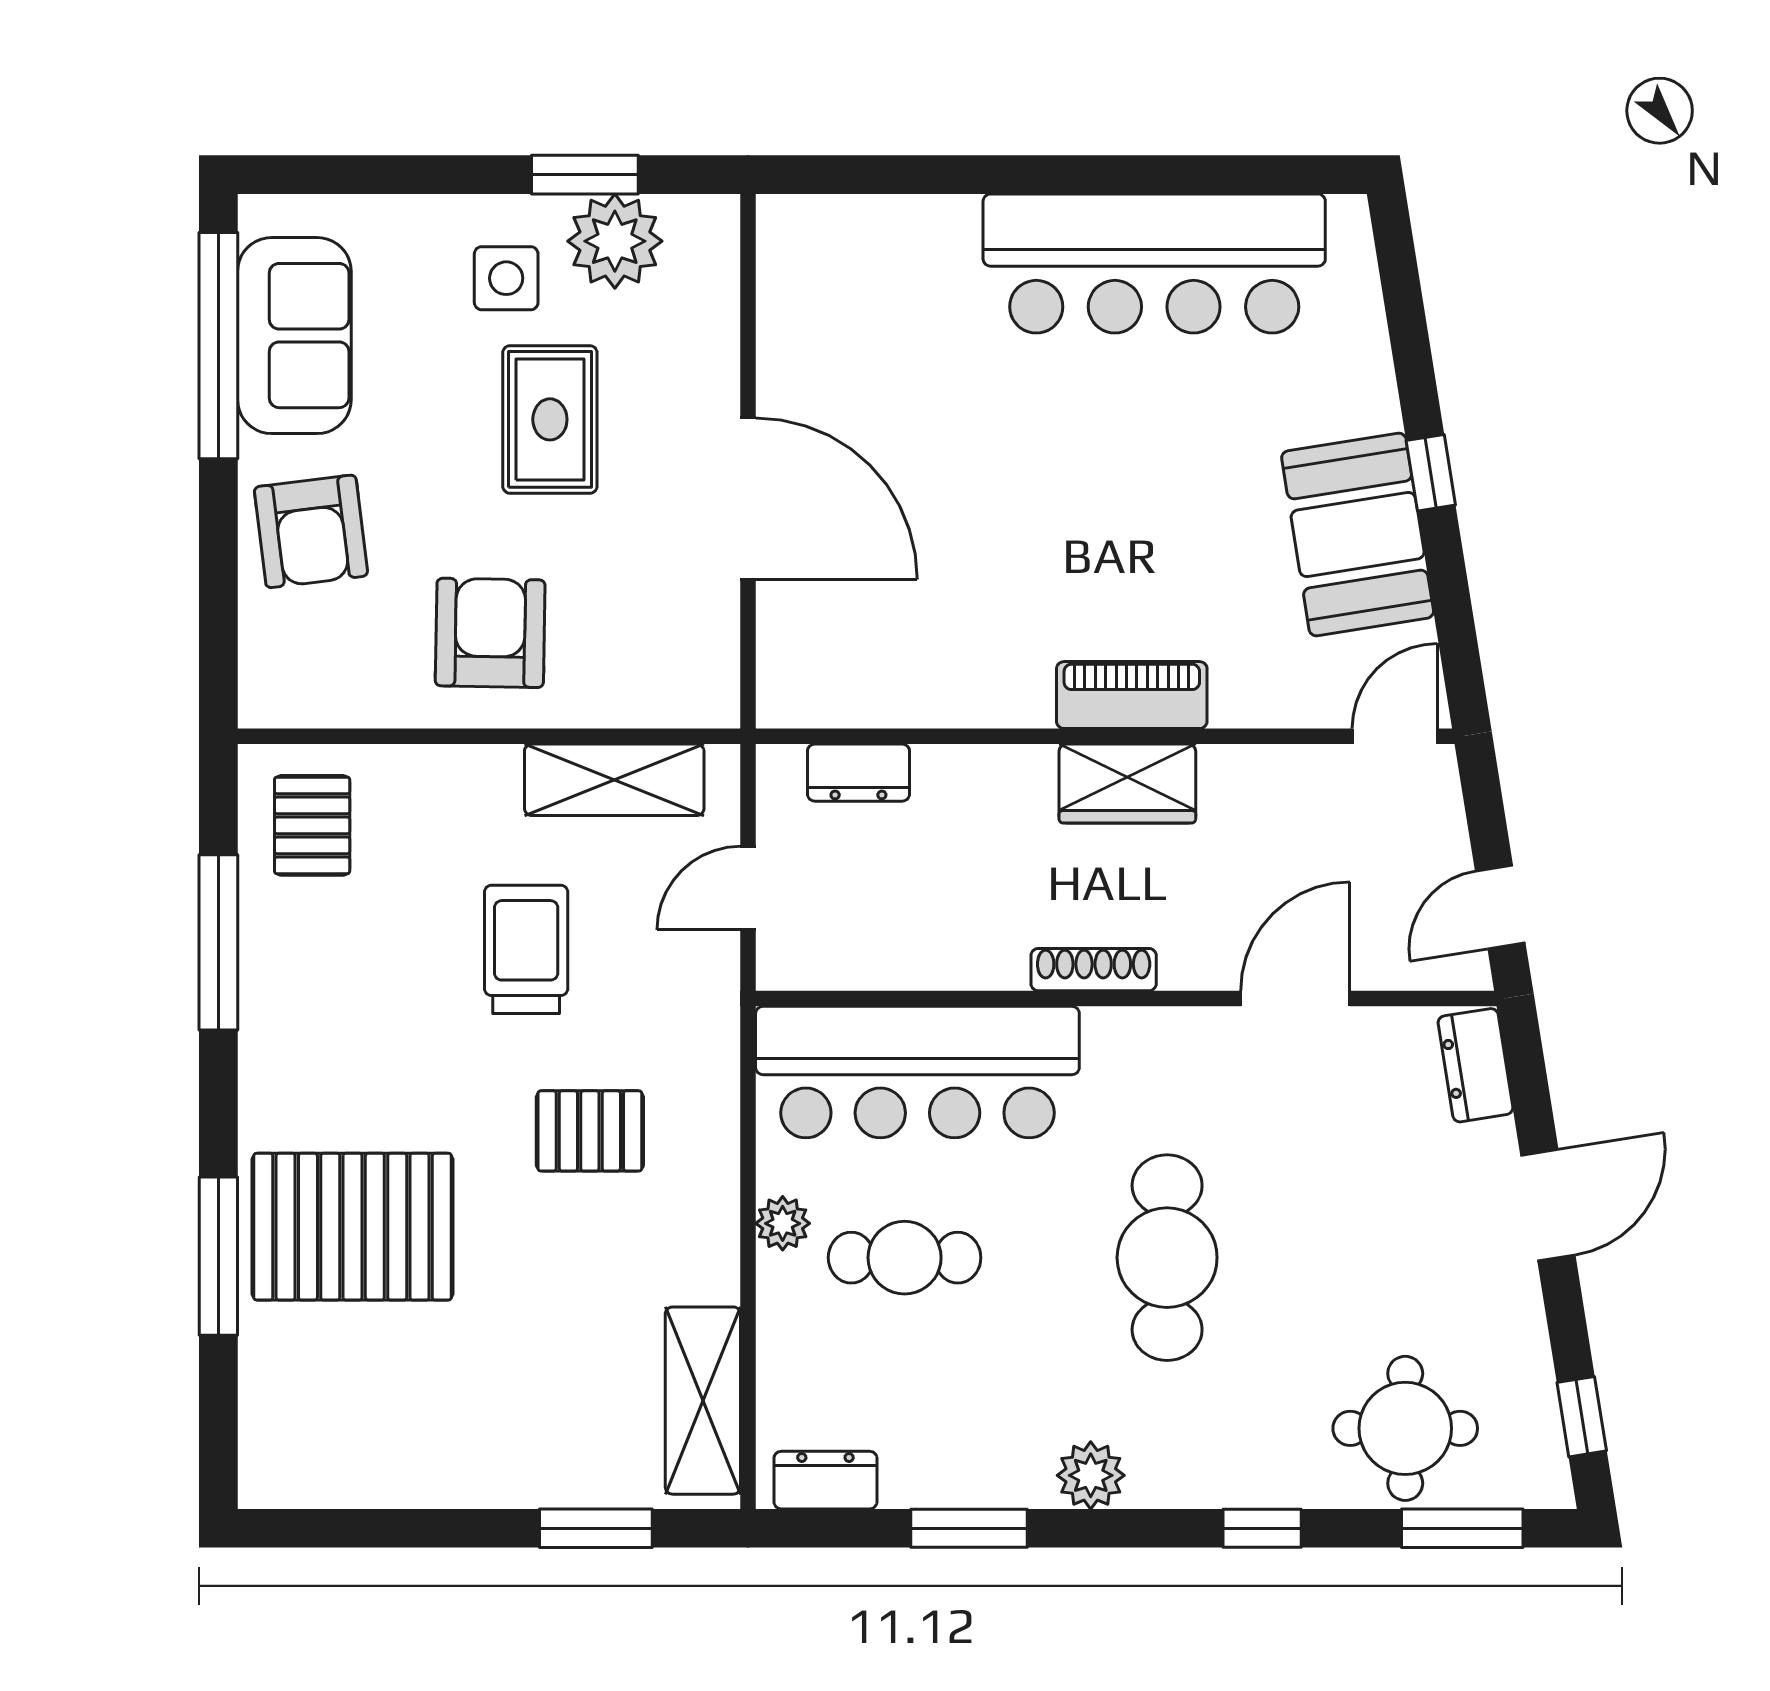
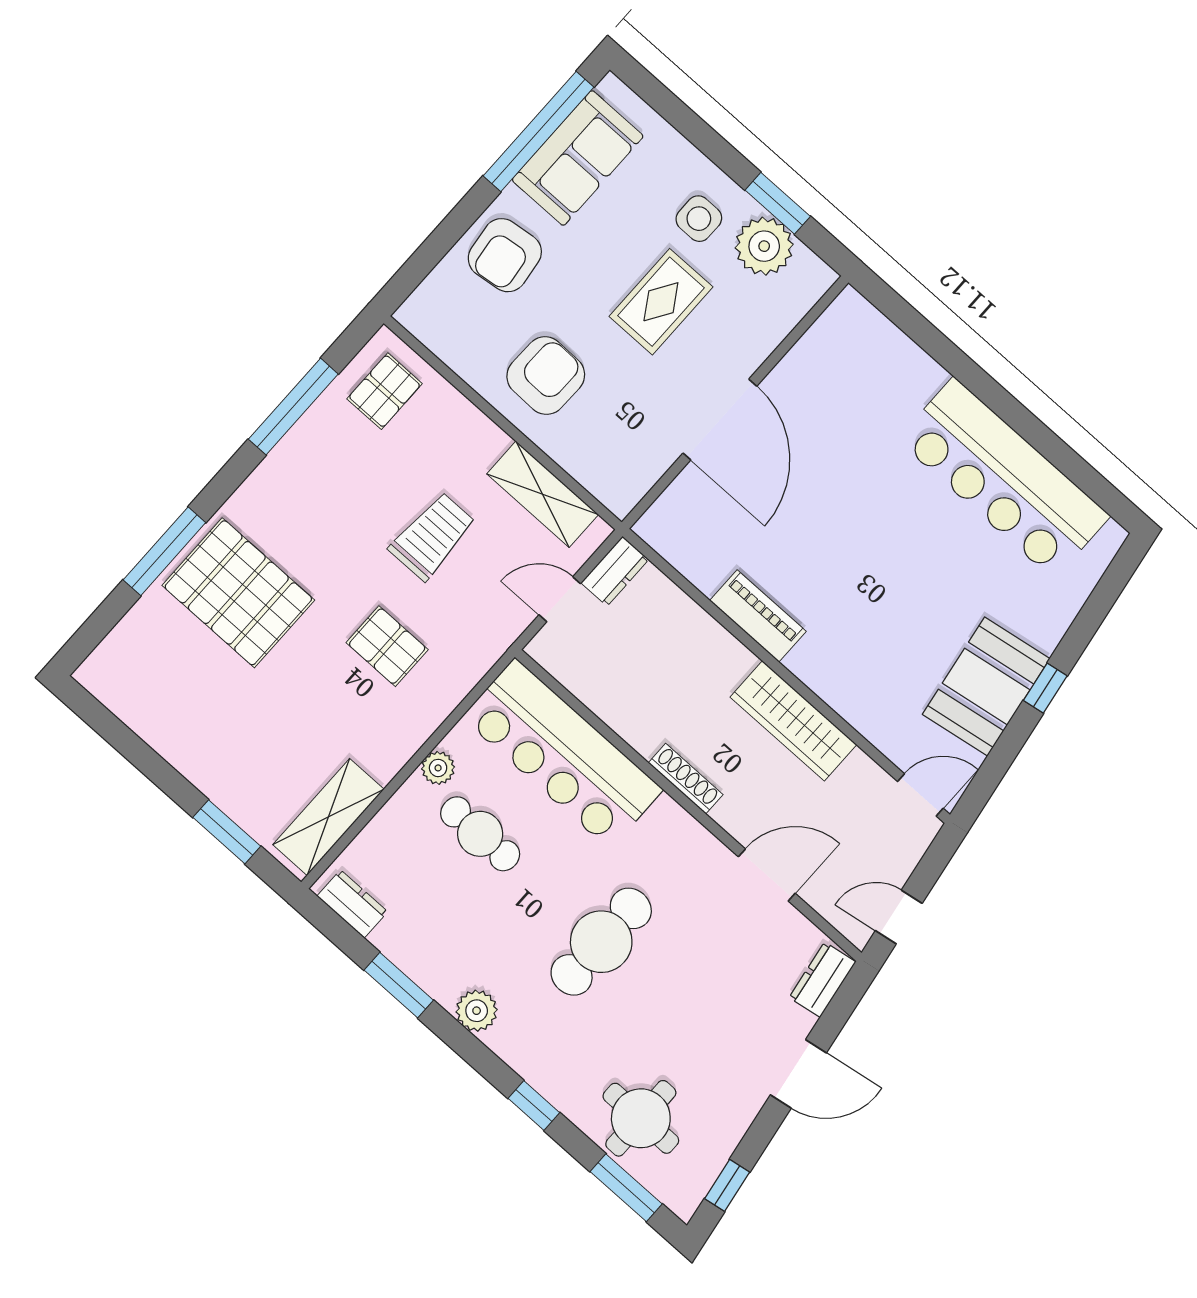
piano: (1132, 695) -> (758, 616), moved
dresser: (858, 773) -> (615, 571), moved, turned -90
wardrobe: (1127, 784) -> (793, 721), width x1.50

